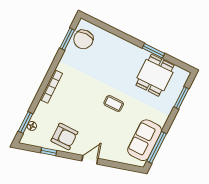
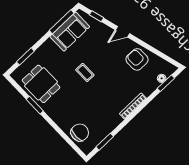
chair: (83, 39) -> (80, 133), moved
dining table: (155, 75) -> (41, 84), turned 90
window: (49, 152) -> (97, 16), moved

